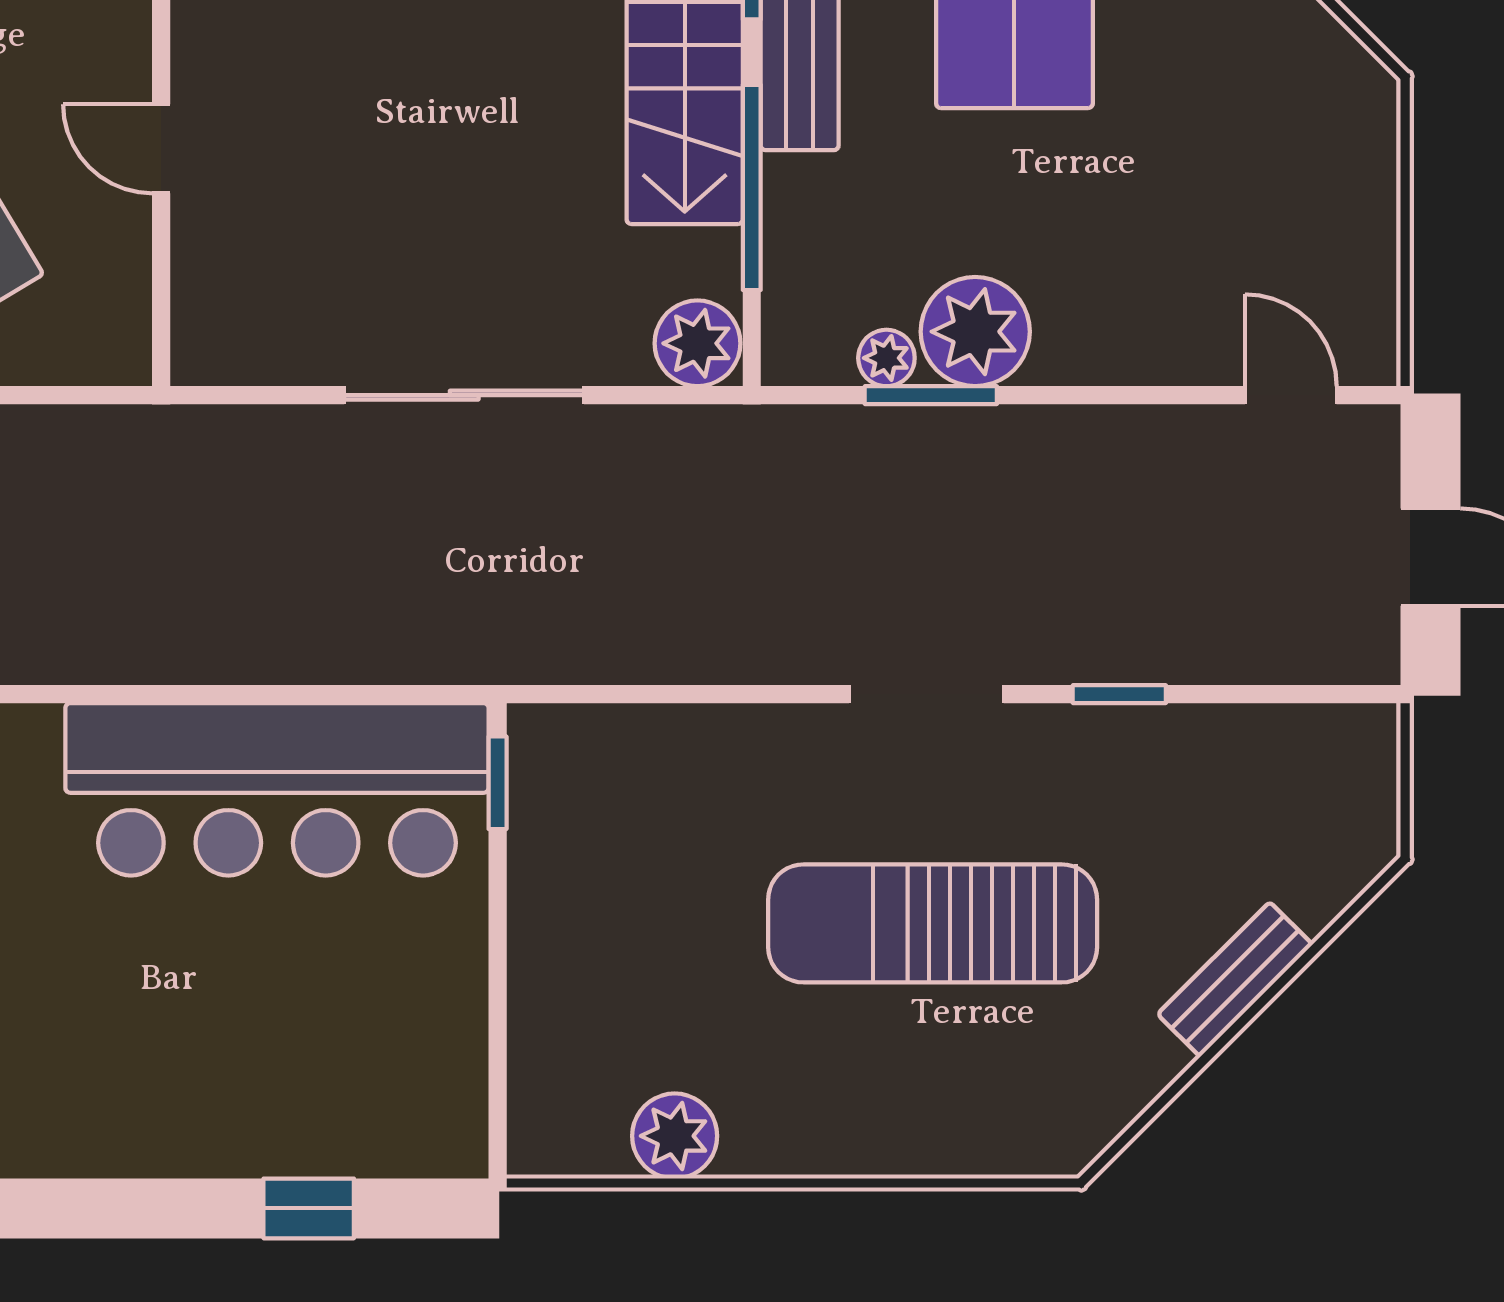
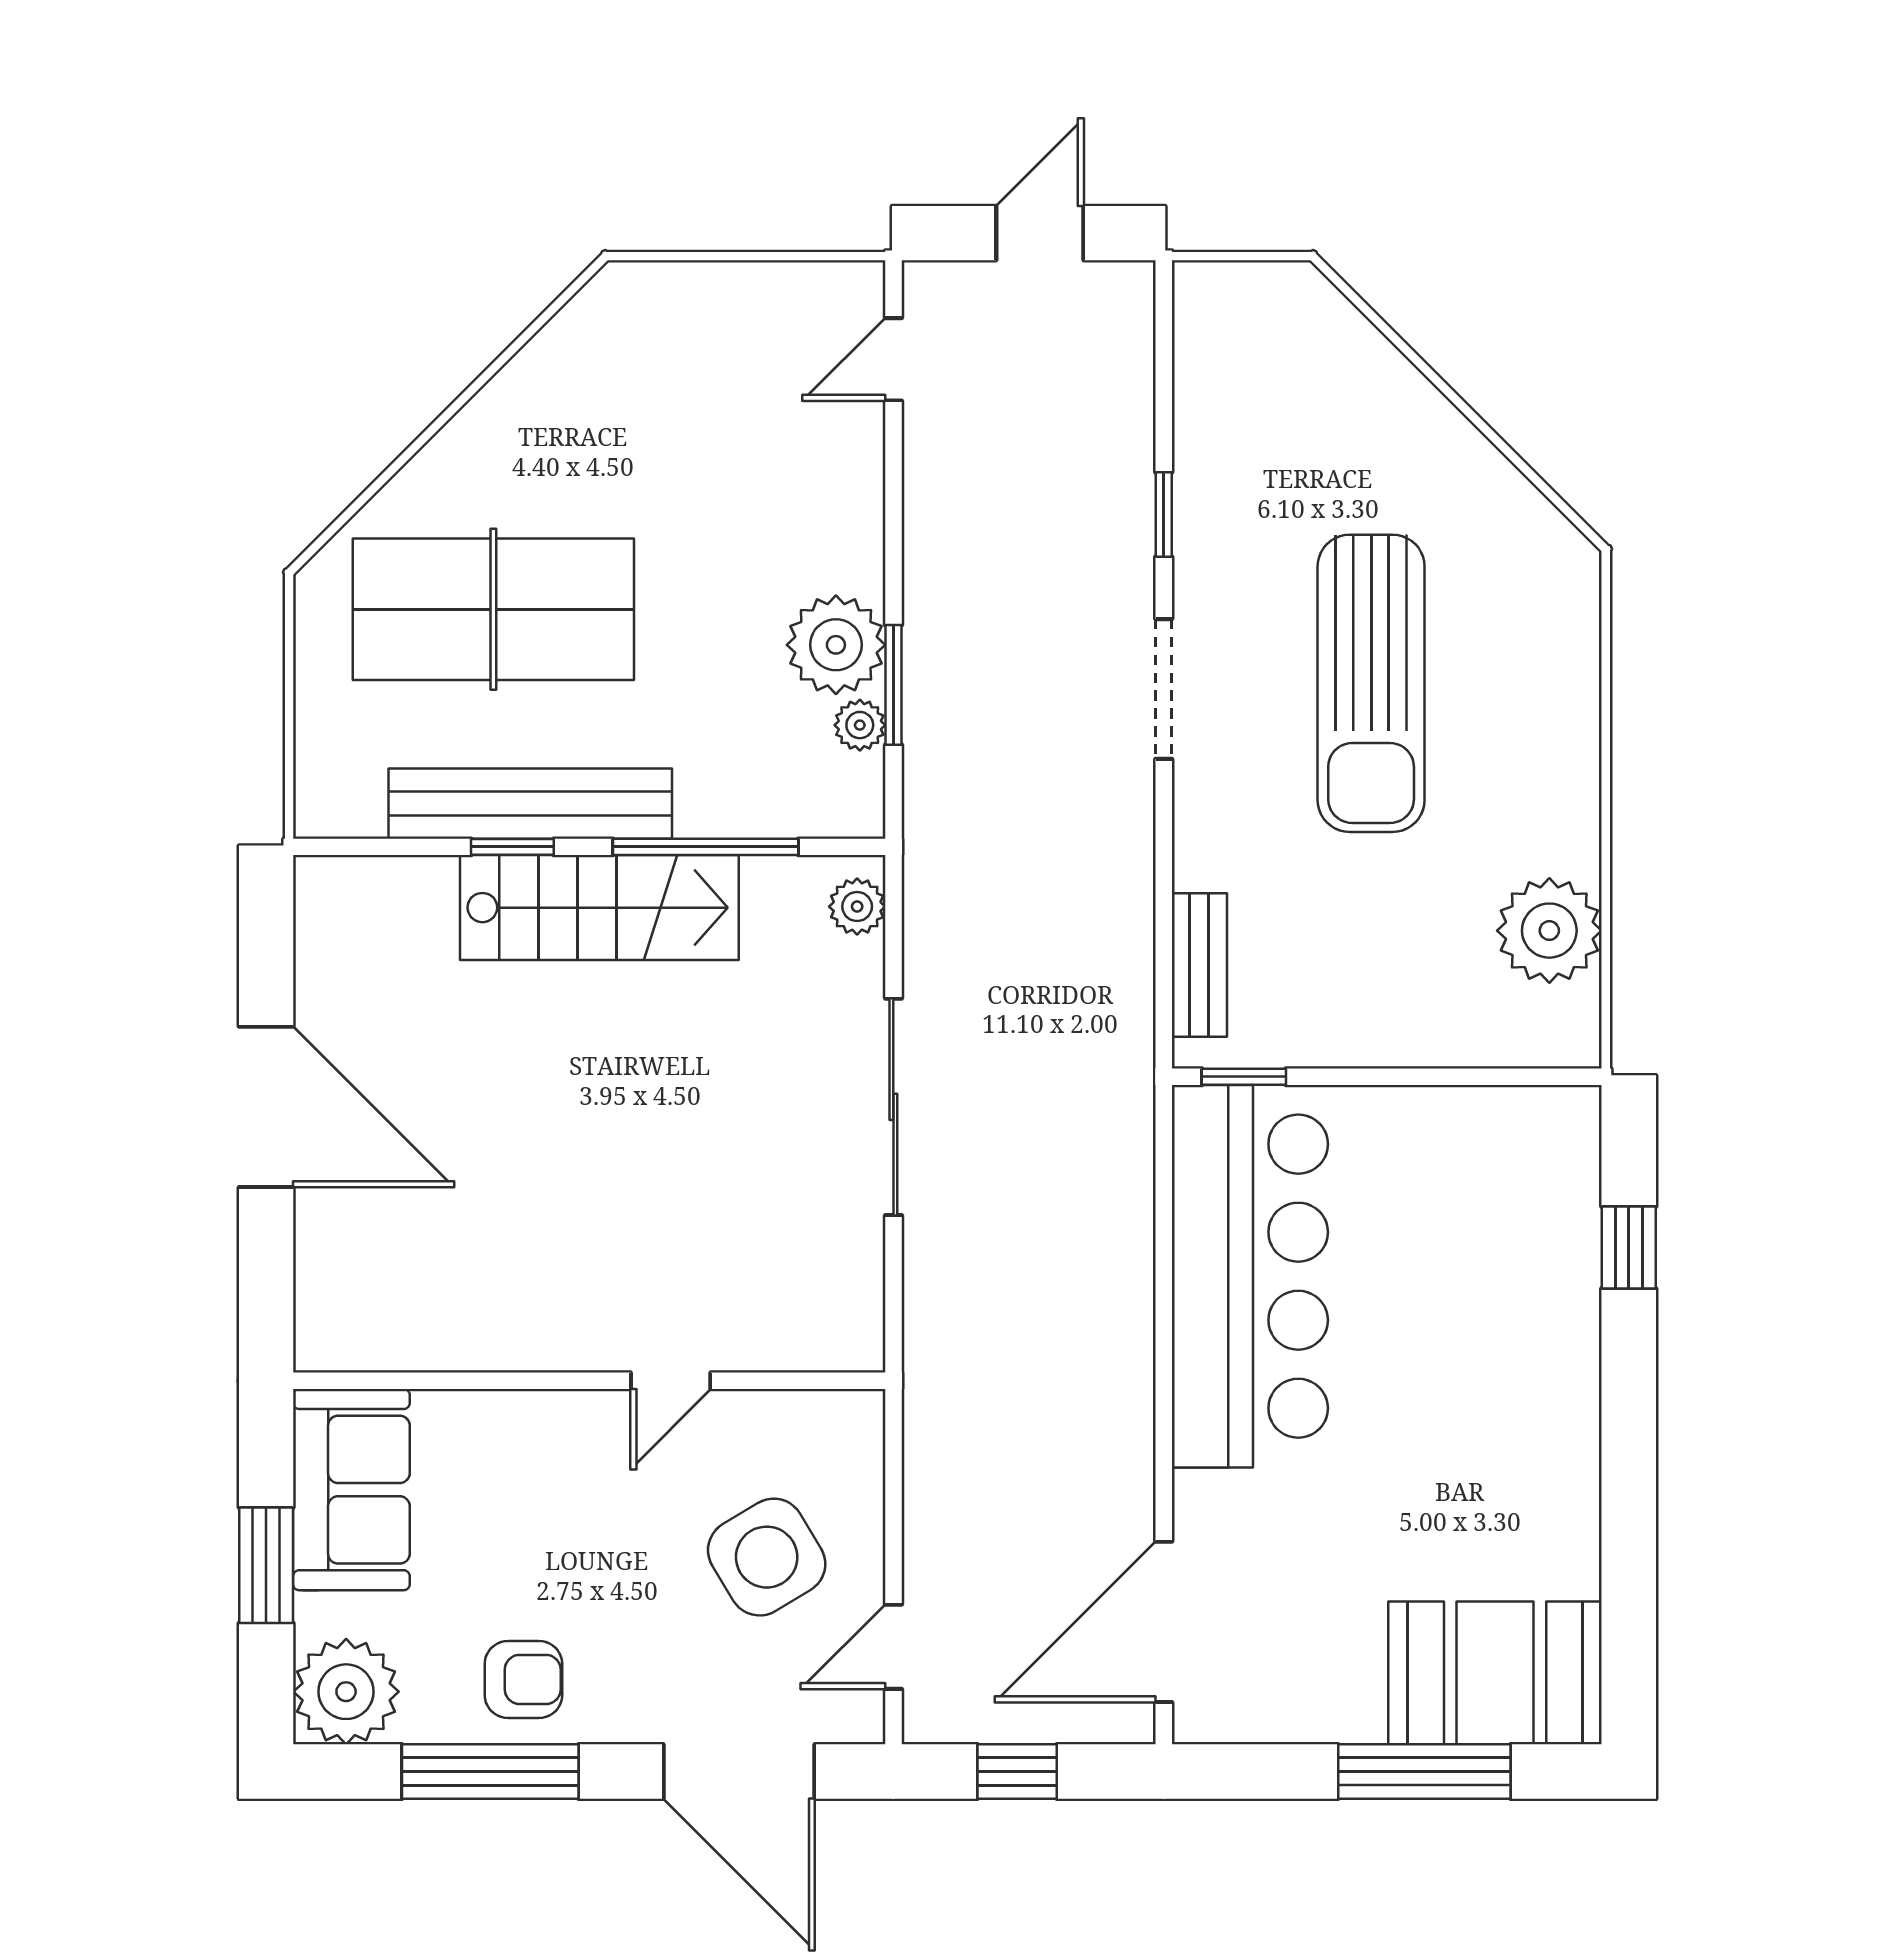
plant: (697, 343) -> (857, 907), width x0.73, depth x0.73
bench: (1235, 979) -> (1199, 965), moved, turned 45
plant: (675, 1136) -> (1549, 931), width x1.36, depth x1.36

